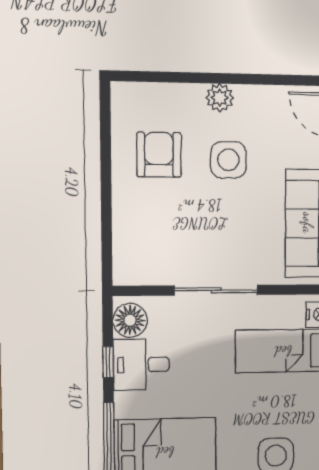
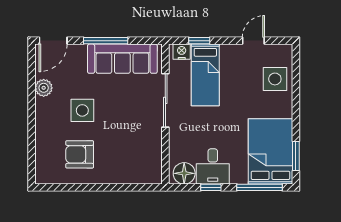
plant: (220, 98) -> (44, 88), moved
sliding door: (216, 290) -> (165, 100), moved

